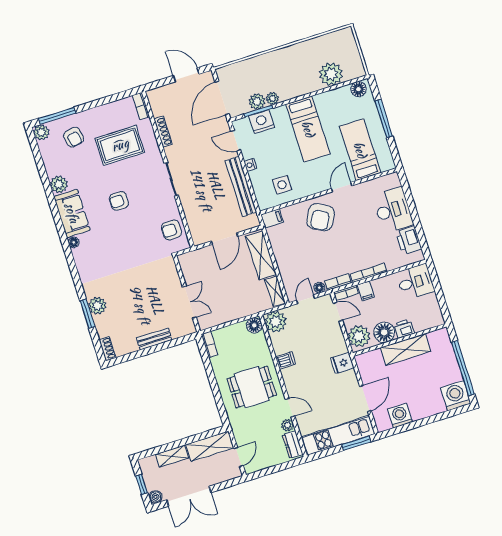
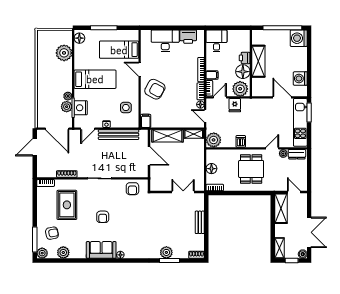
plant: (59, 184) -> (63, 252), moved
floor lamp: (254, 325) -> (211, 169), moved
fridge: (342, 363) -> (235, 105), moved
shelving: (172, 456) -> (280, 248), moved

